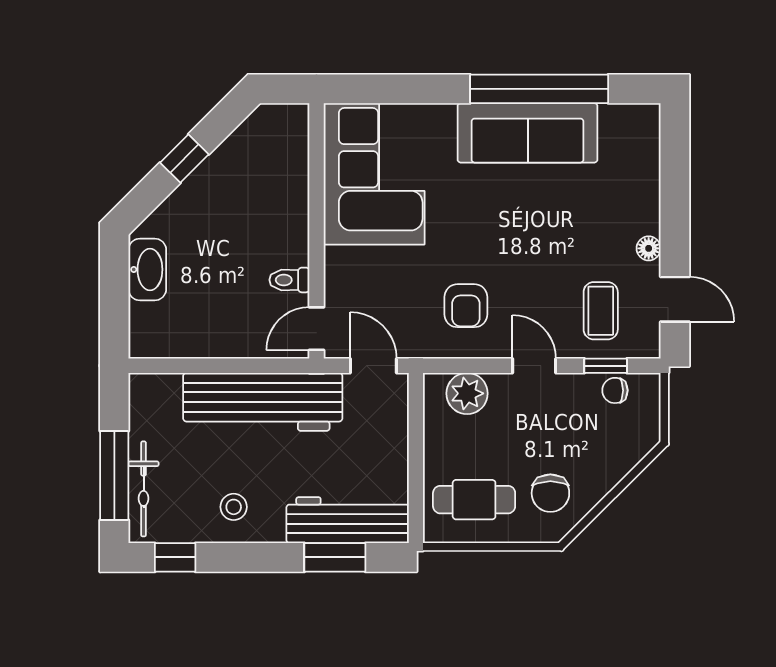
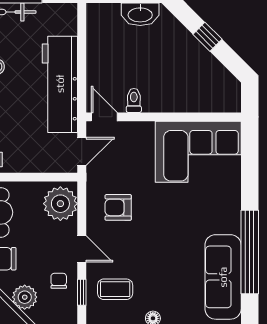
sofa: (528, 133) -> (223, 277), moved
door: (534, 366) -> (82, 249), hinge flipped
chair: (615, 390) -> (59, 281), moved
plant: (467, 393) -> (60, 204), width x1.36, depth x1.36
plant: (614, 460) -> (25, 297), added

